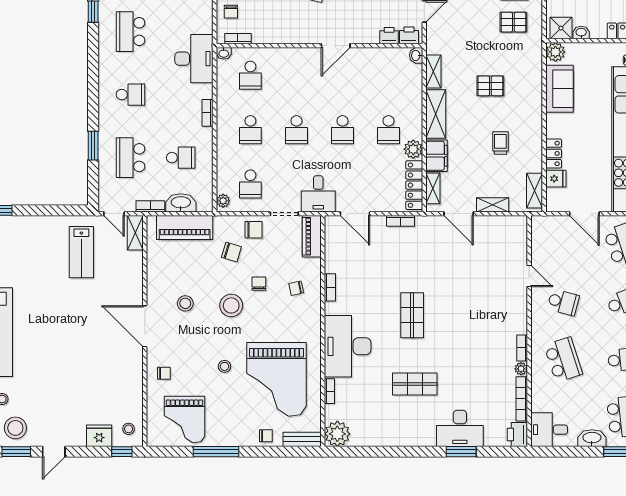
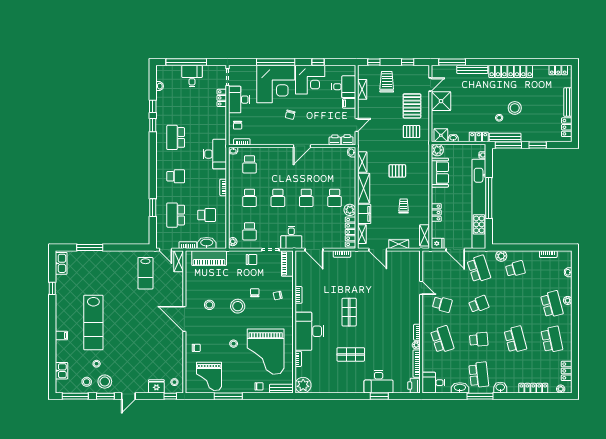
fridge: (556, 179) -> (438, 243), moved
chair: (231, 252) -> (238, 273), removed

